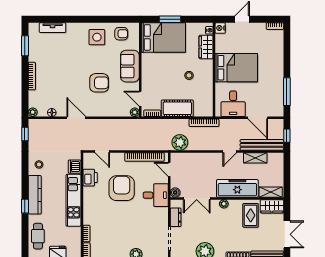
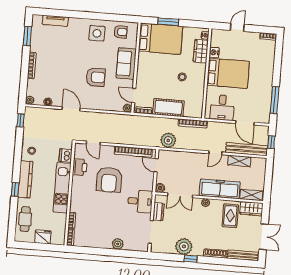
nightstand: (220, 28) -> (214, 52), moved
armchair: (122, 188) -> (109, 180), turned 180
desk: (156, 195) -> (140, 201), moved

